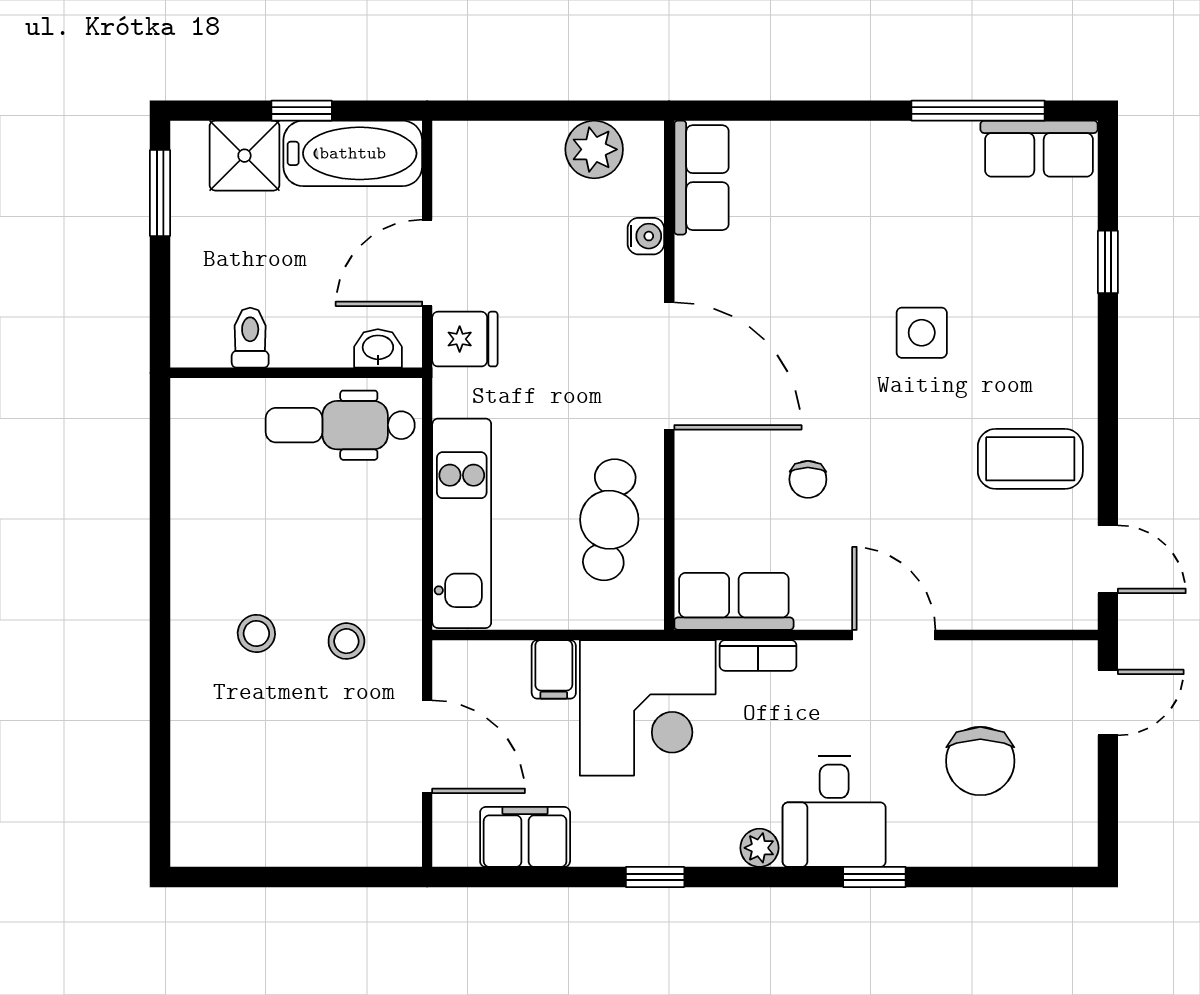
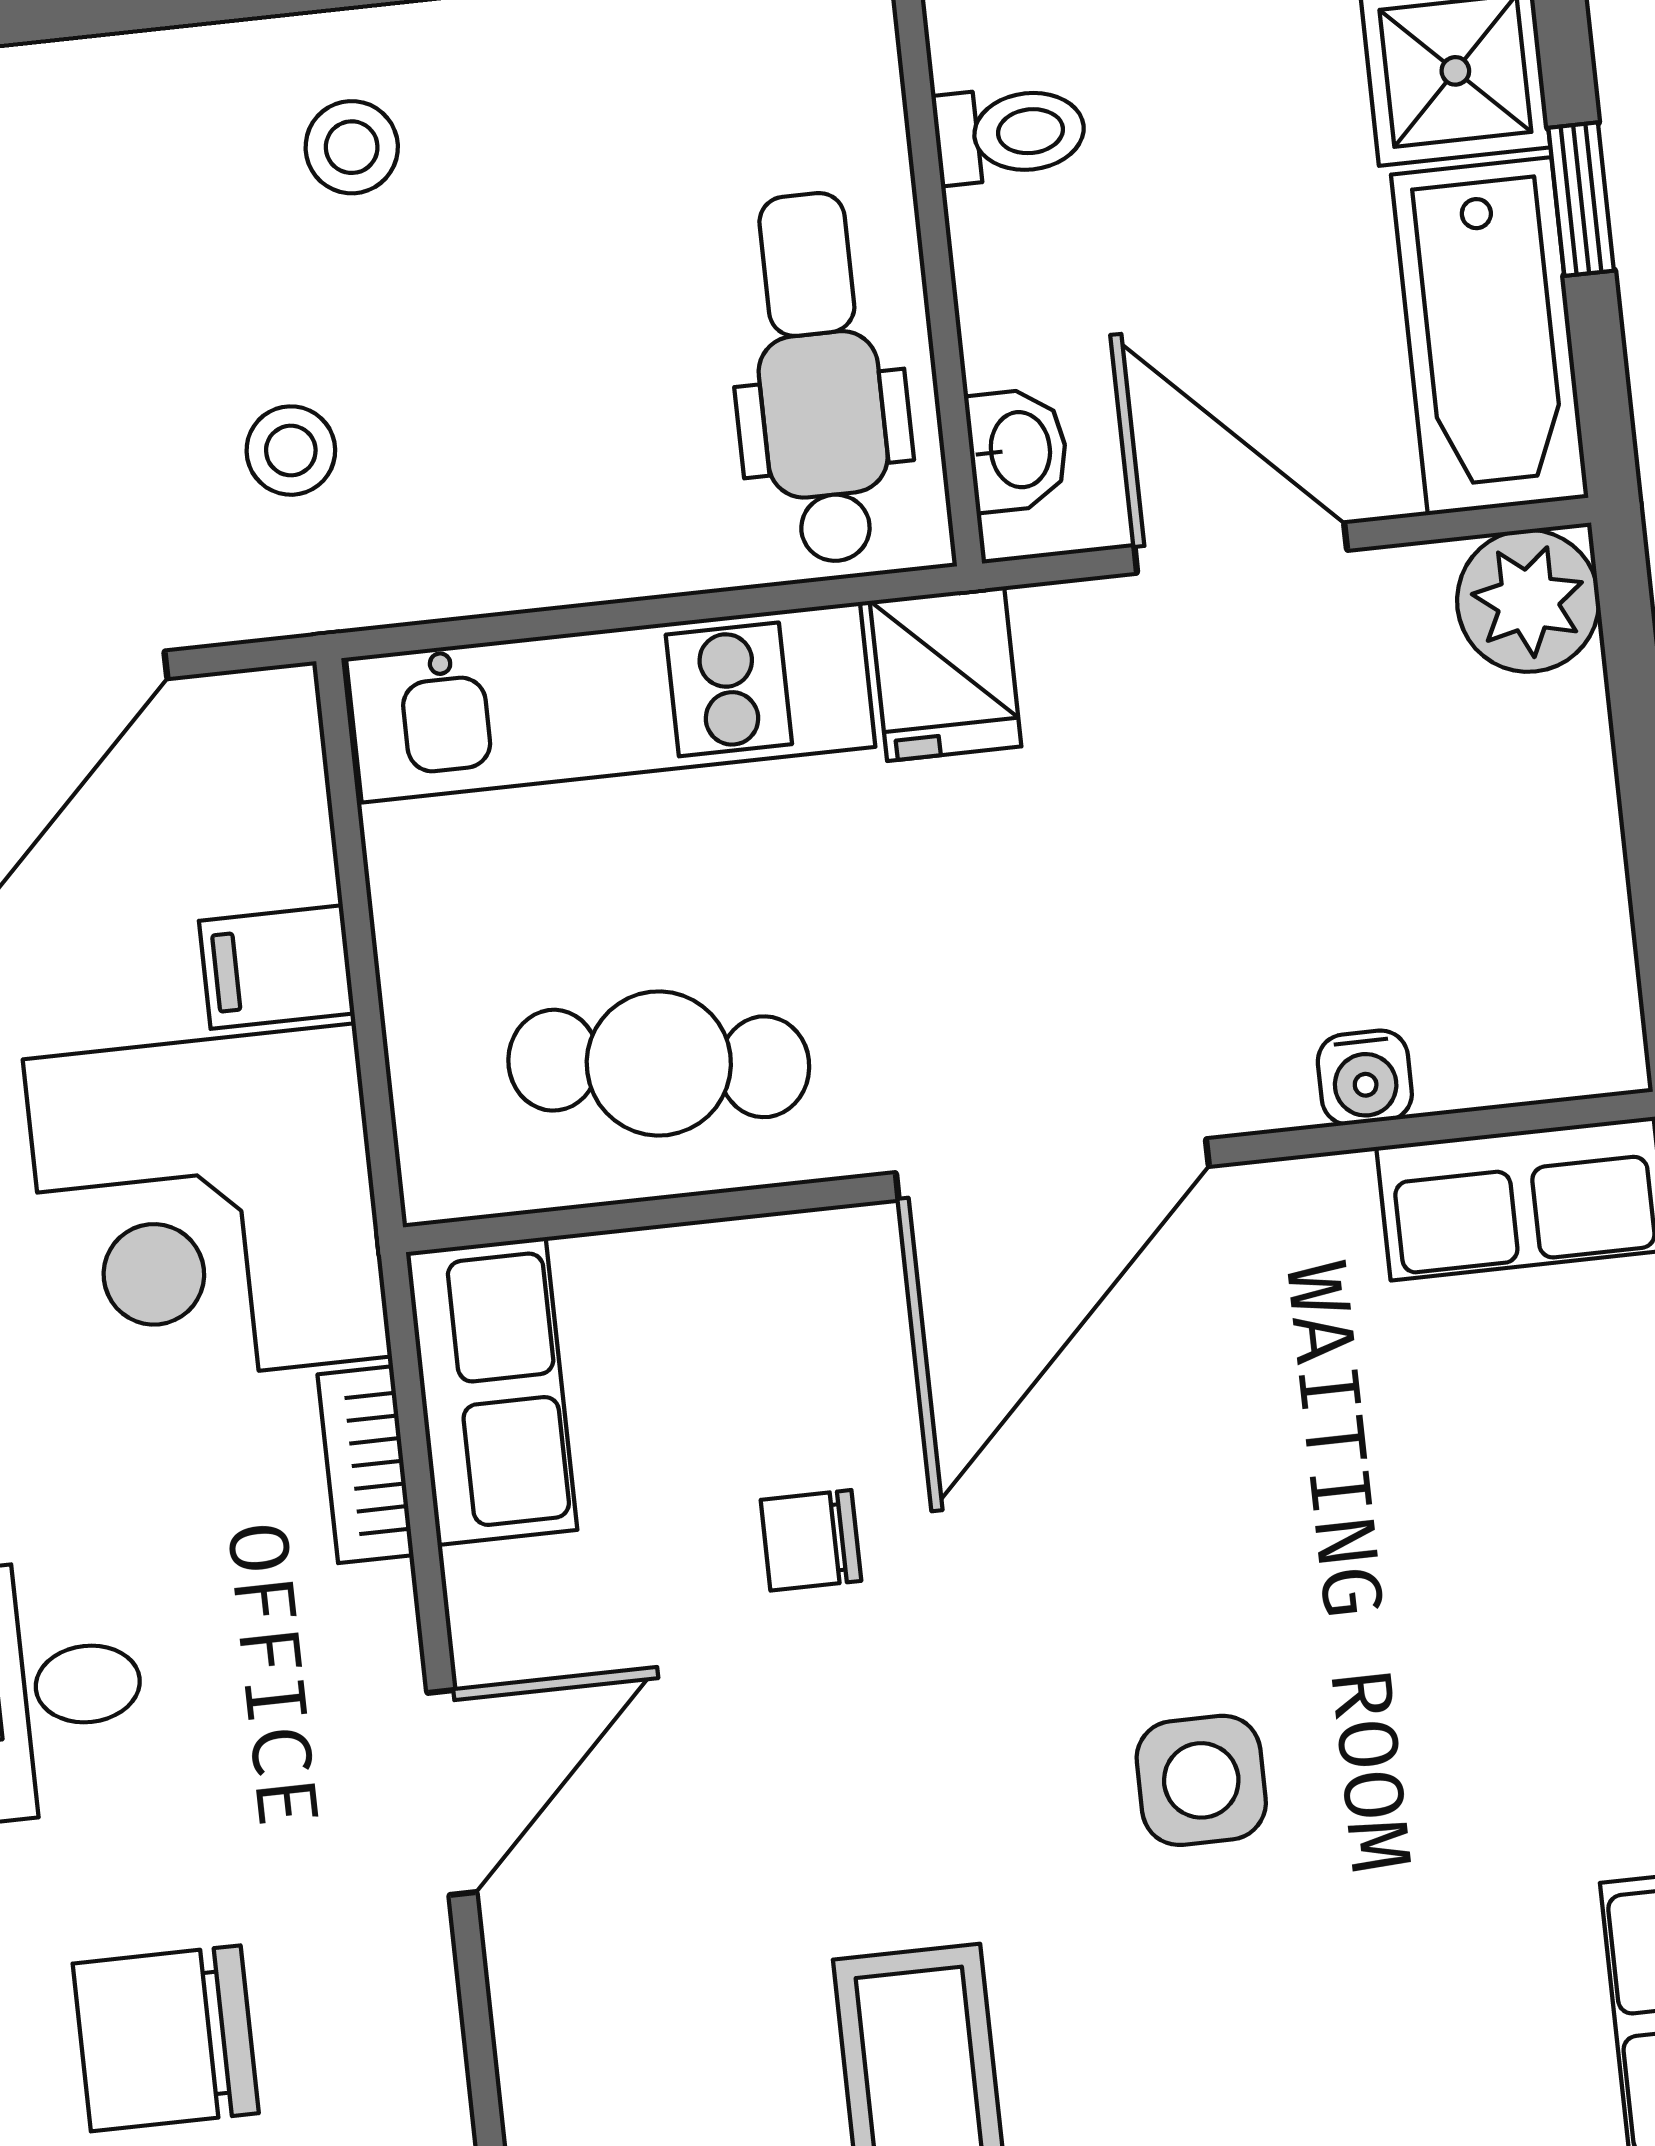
plant: (594, 149) -> (1528, 601), moved
fridge: (465, 339) -> (946, 674), moved
stool: (256, 633) -> (352, 147), moved

